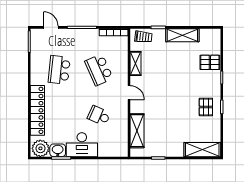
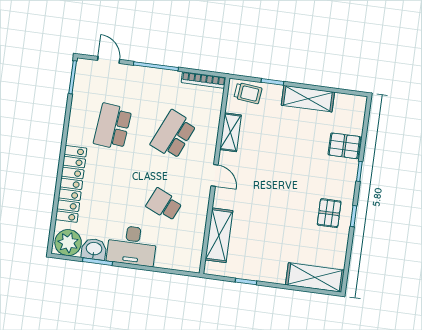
school desk: (99, 70) -> (173, 135), turned 48

